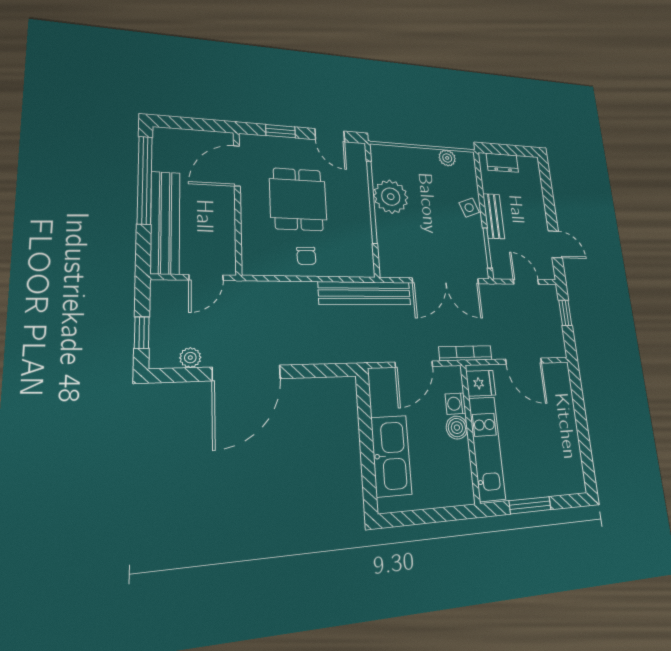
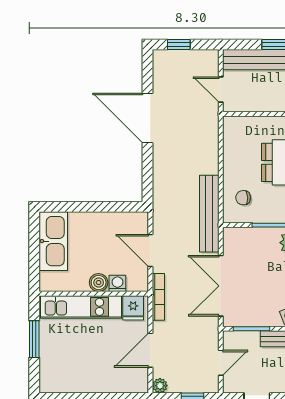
chair: (306, 256) -> (243, 198), moved
plant: (190, 358) -> (160, 386), moved
kitchen sink: (391, 456) -> (53, 241), moved, turned -90

